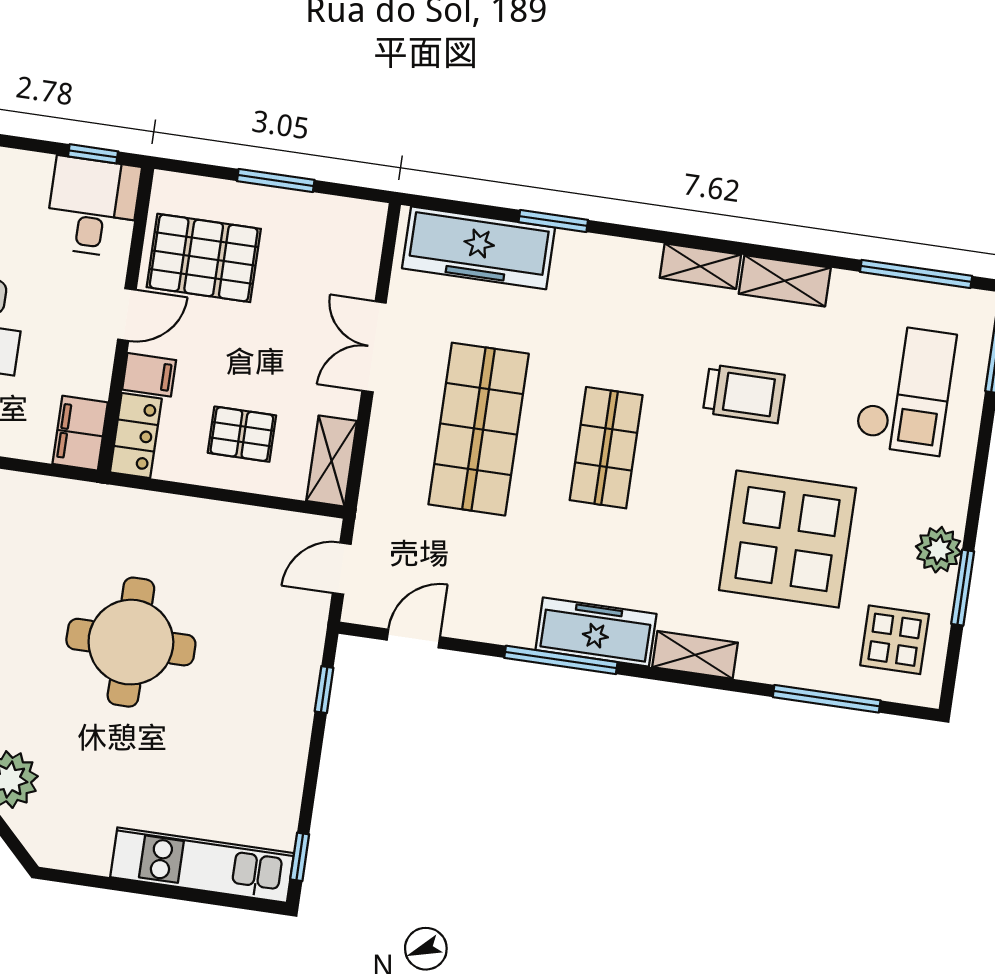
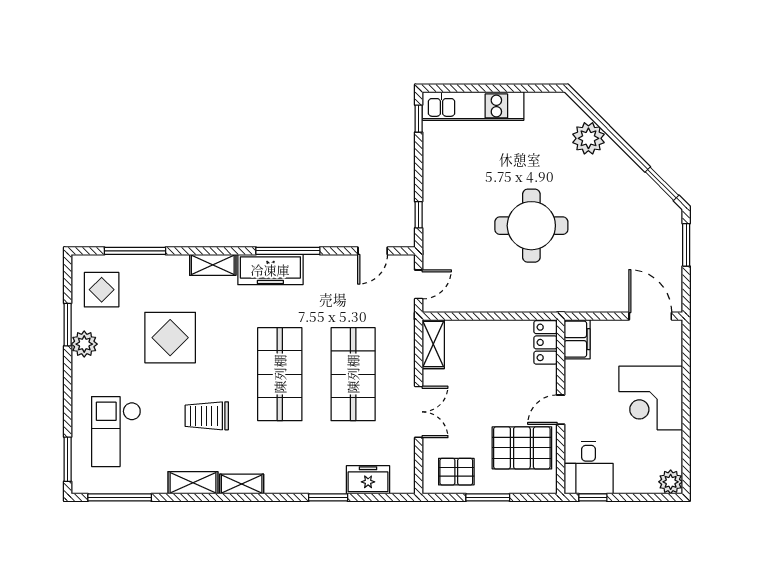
freezer: (479, 248) -> (368, 480), width x0.52, depth x0.79
filing cabinet: (149, 375) -> (543, 378), removed
pallet: (242, 434) -> (456, 472), moved
shop shelf: (606, 448) -> (280, 374), width x1.43, depth x1.36
display table: (788, 539) -> (170, 338), width x0.73, depth x0.73

